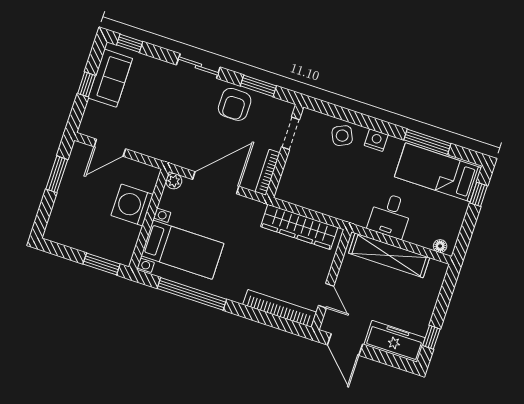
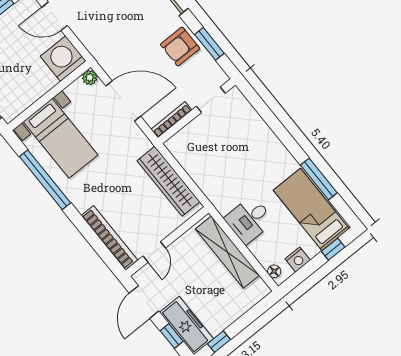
side table: (342, 136) -> (252, 129), removed
nightstand: (376, 140) -> (298, 260), moved, turned 90
washing machine: (132, 205) -> (63, 59), moved
window: (387, 359) -> (172, 336), added

